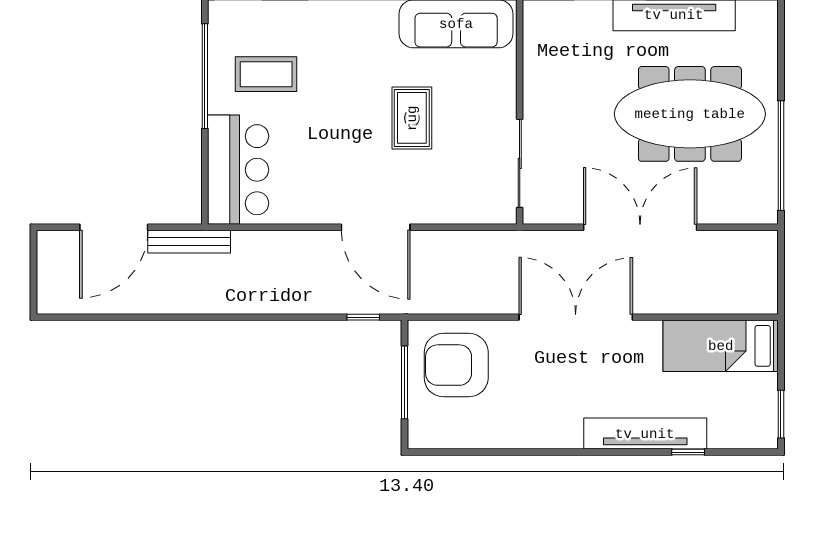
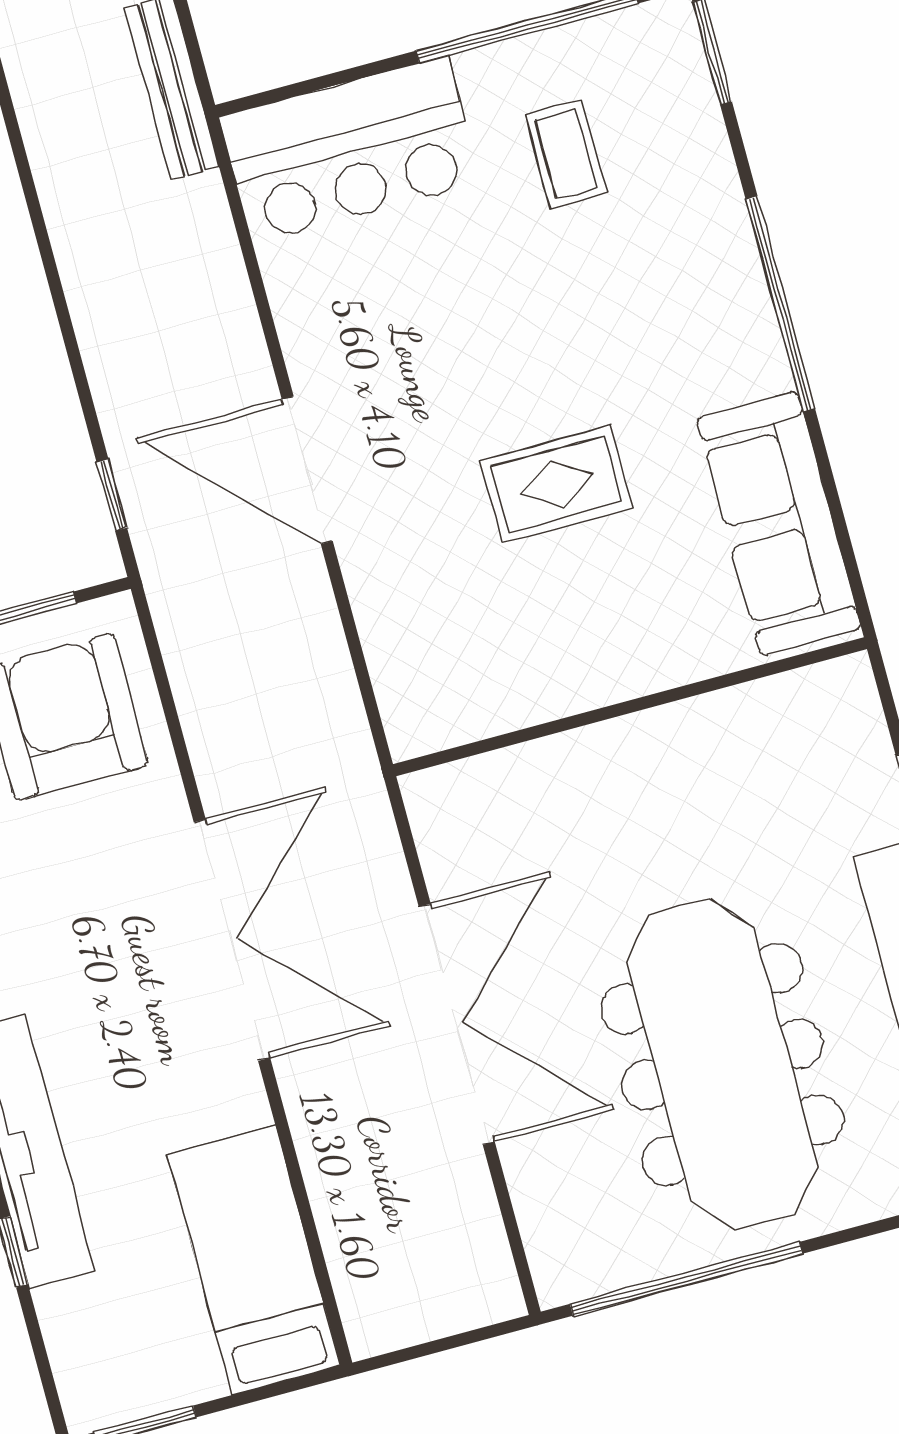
coffee table: (266, 74) -> (566, 154), width x0.73, depth x0.77
sliding door: (520, 163) -> (523, 736), removed
door: (376, 227) -> (307, 470), hinge flipped

